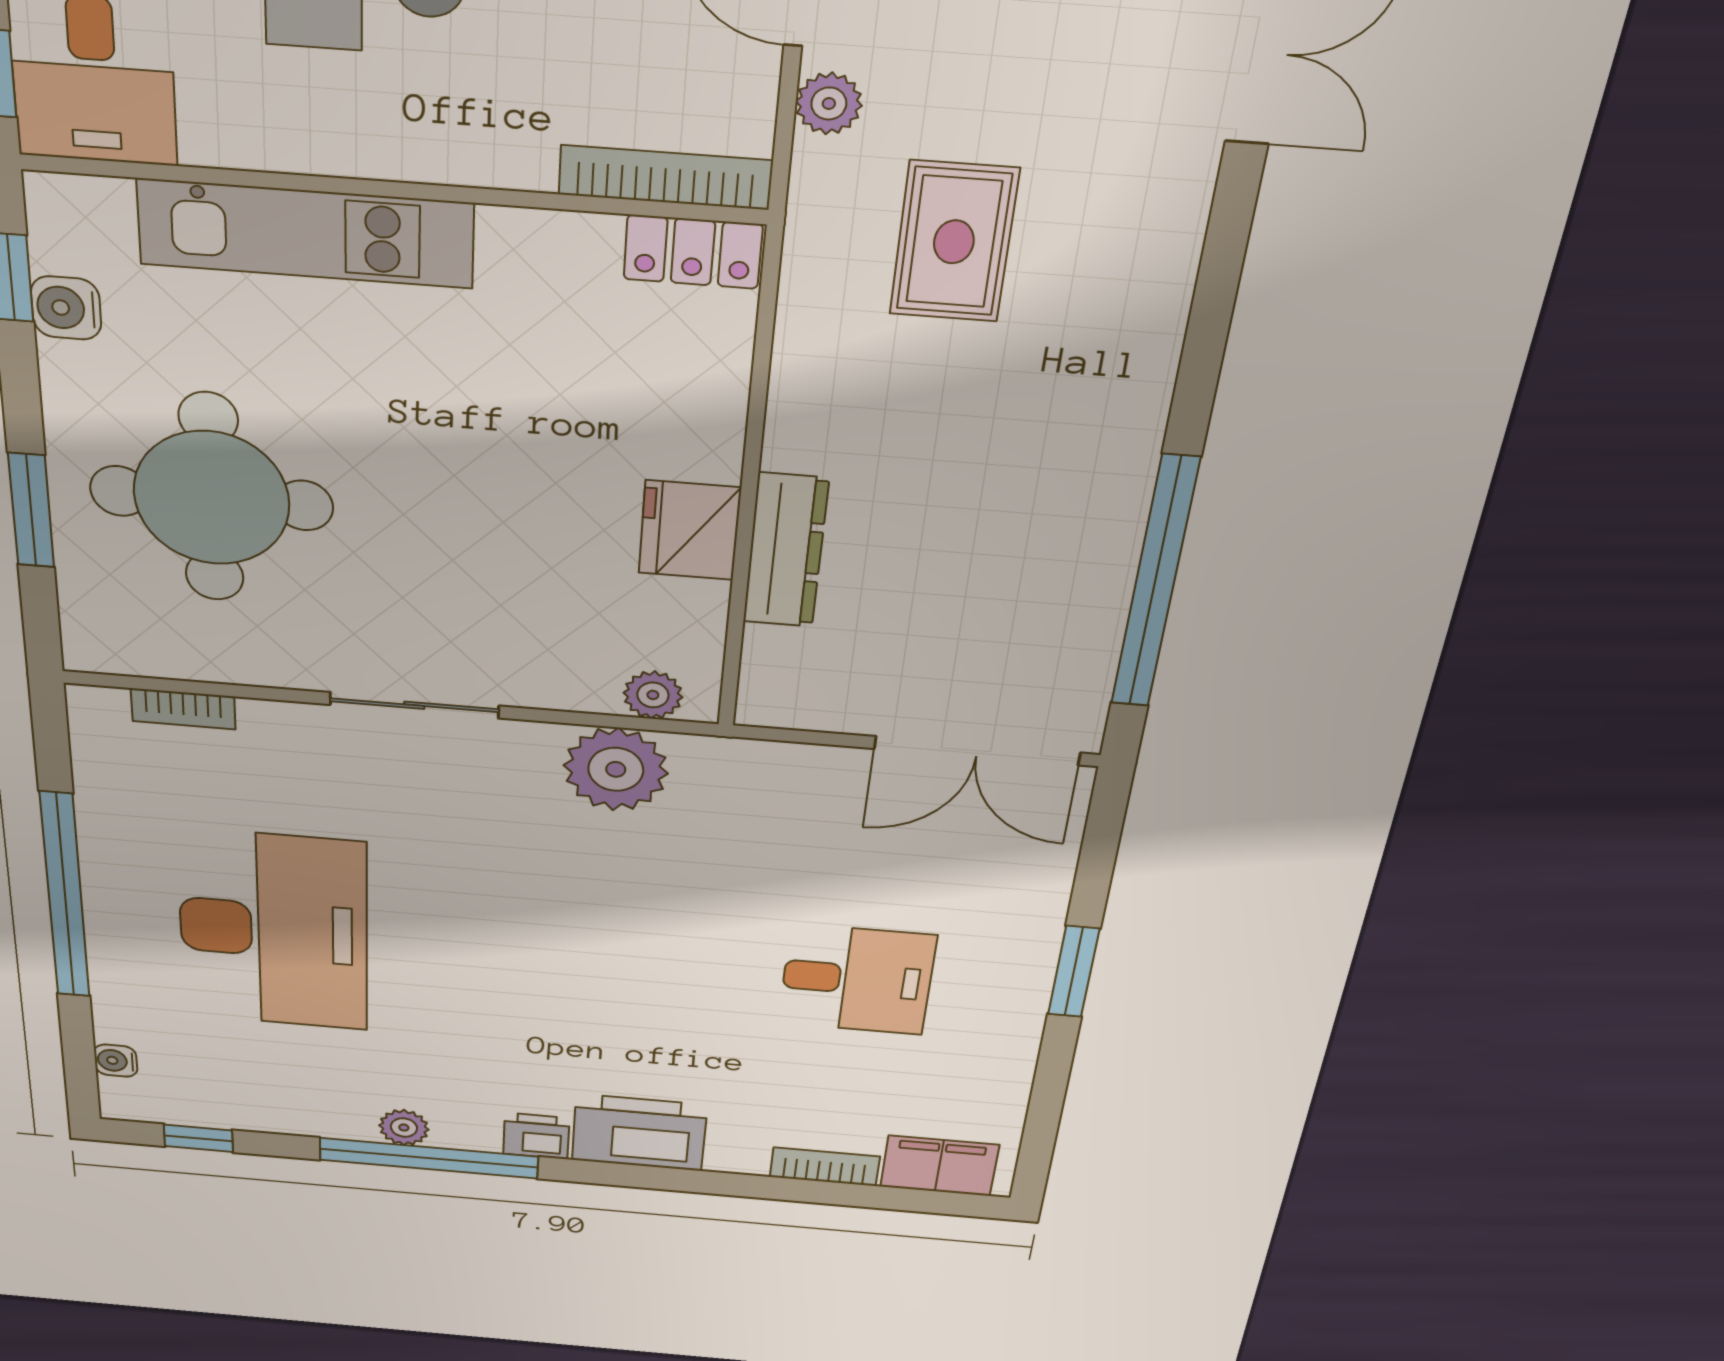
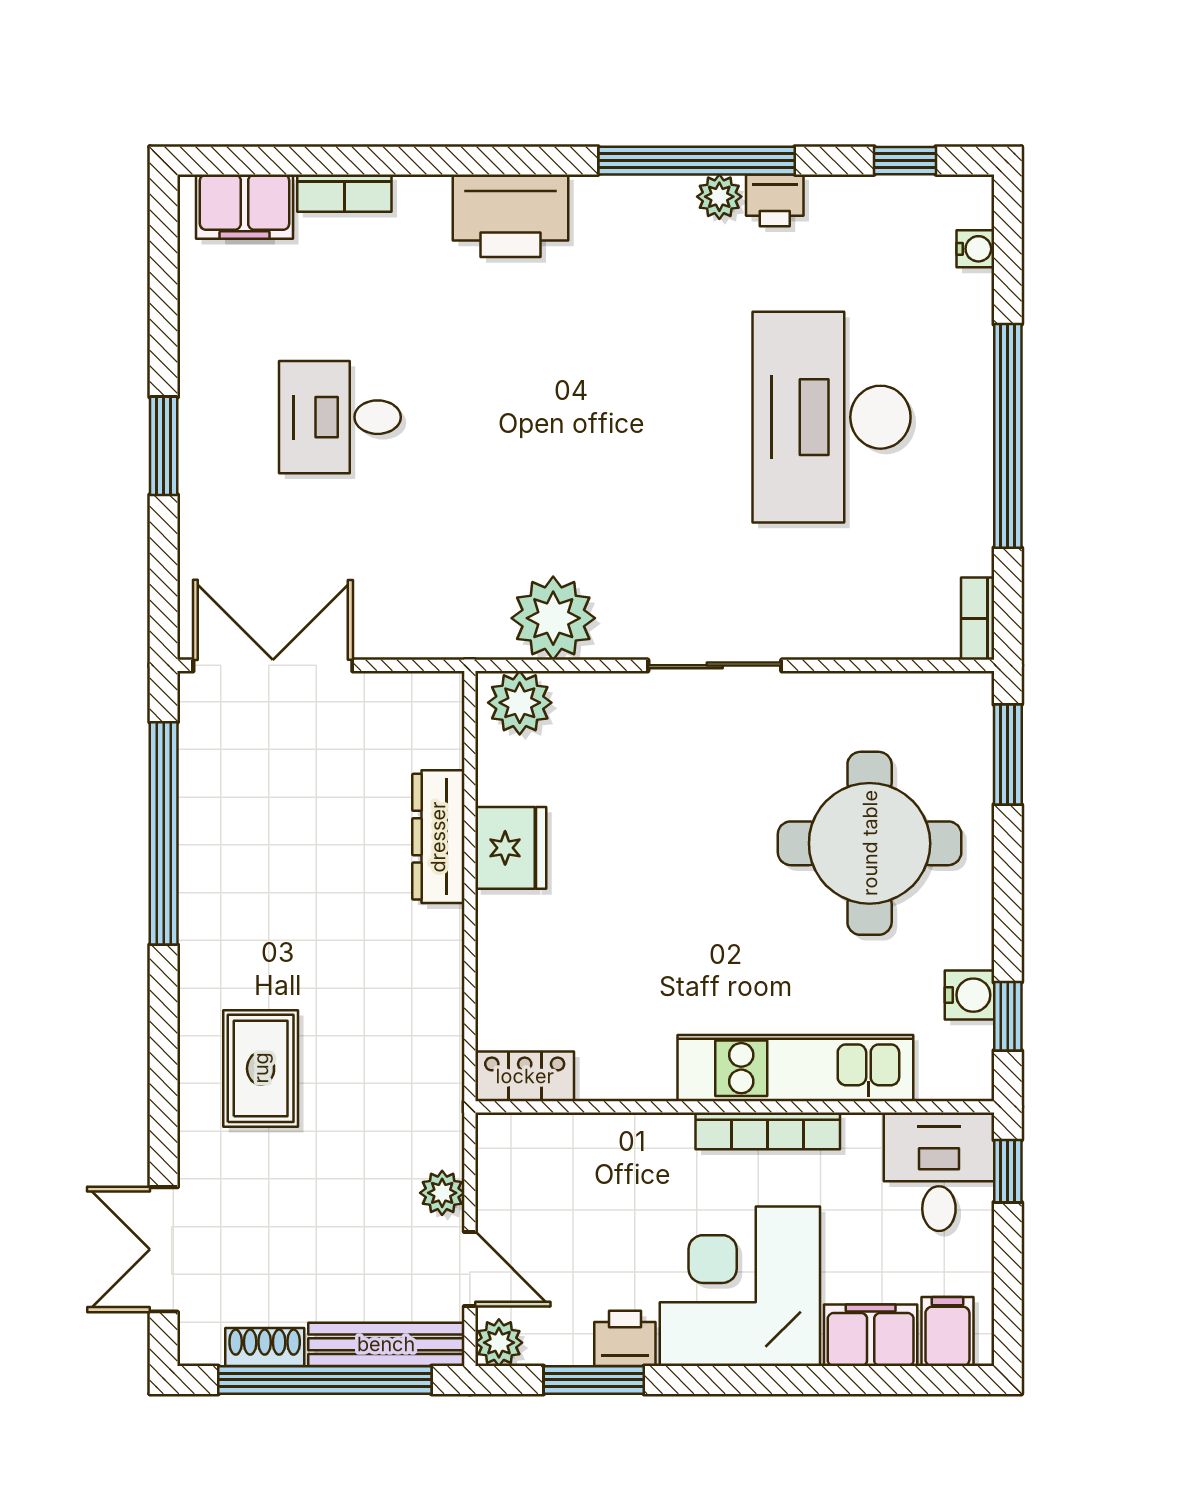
bookcase: (665, 177) -> (768, 1131), moved
rug: (954, 242) -> (261, 1068), moved
window: (31, 510) -> (1008, 755), moved
plant: (653, 695) -> (520, 703), width x1.38, depth x1.38
bookcase: (183, 709) -> (978, 619), moved, turned -90
printer: (536, 1136) -> (775, 200), moved

